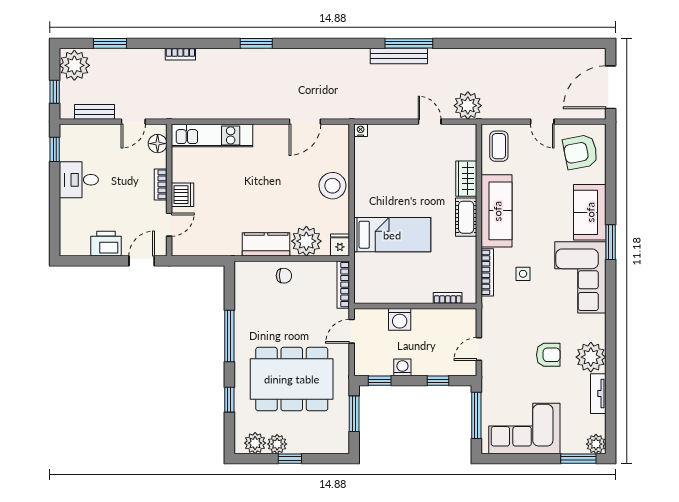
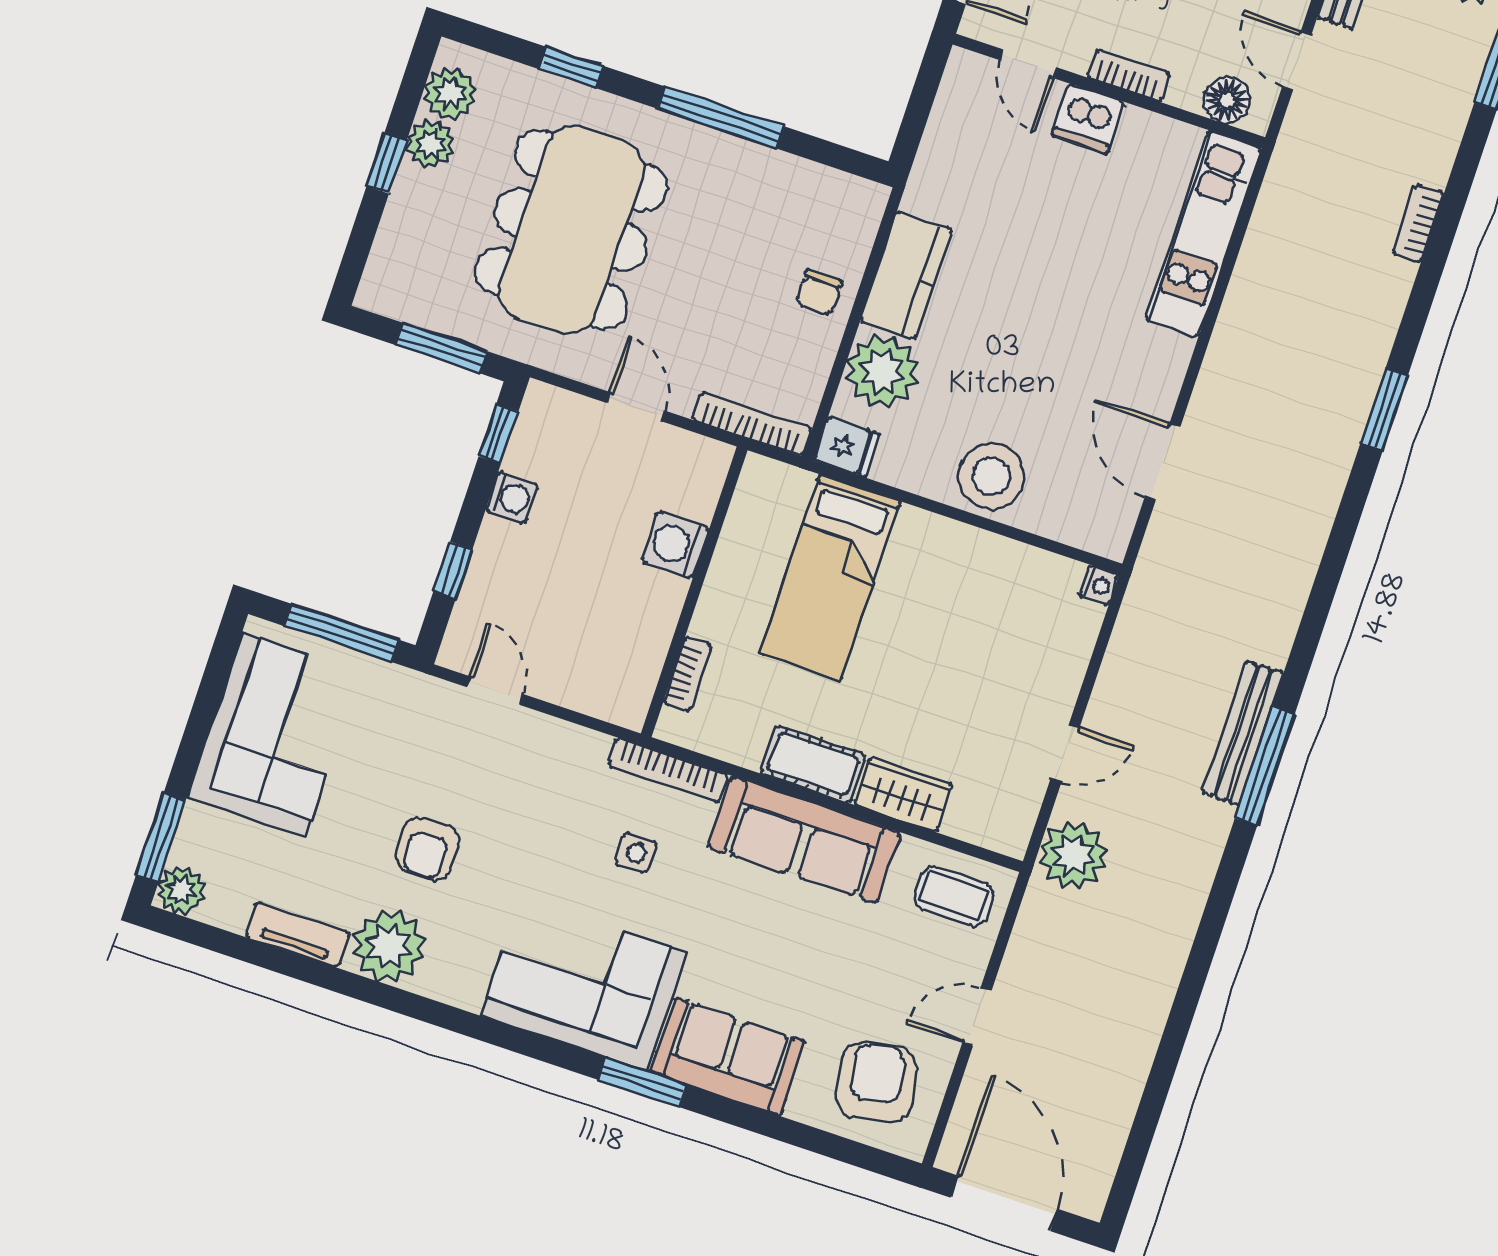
bookcase: (448, 298) -> (687, 674), moved
wall: (415, 306) -> (694, 592), moved
washing machine: (400, 319) -> (675, 545), moved

